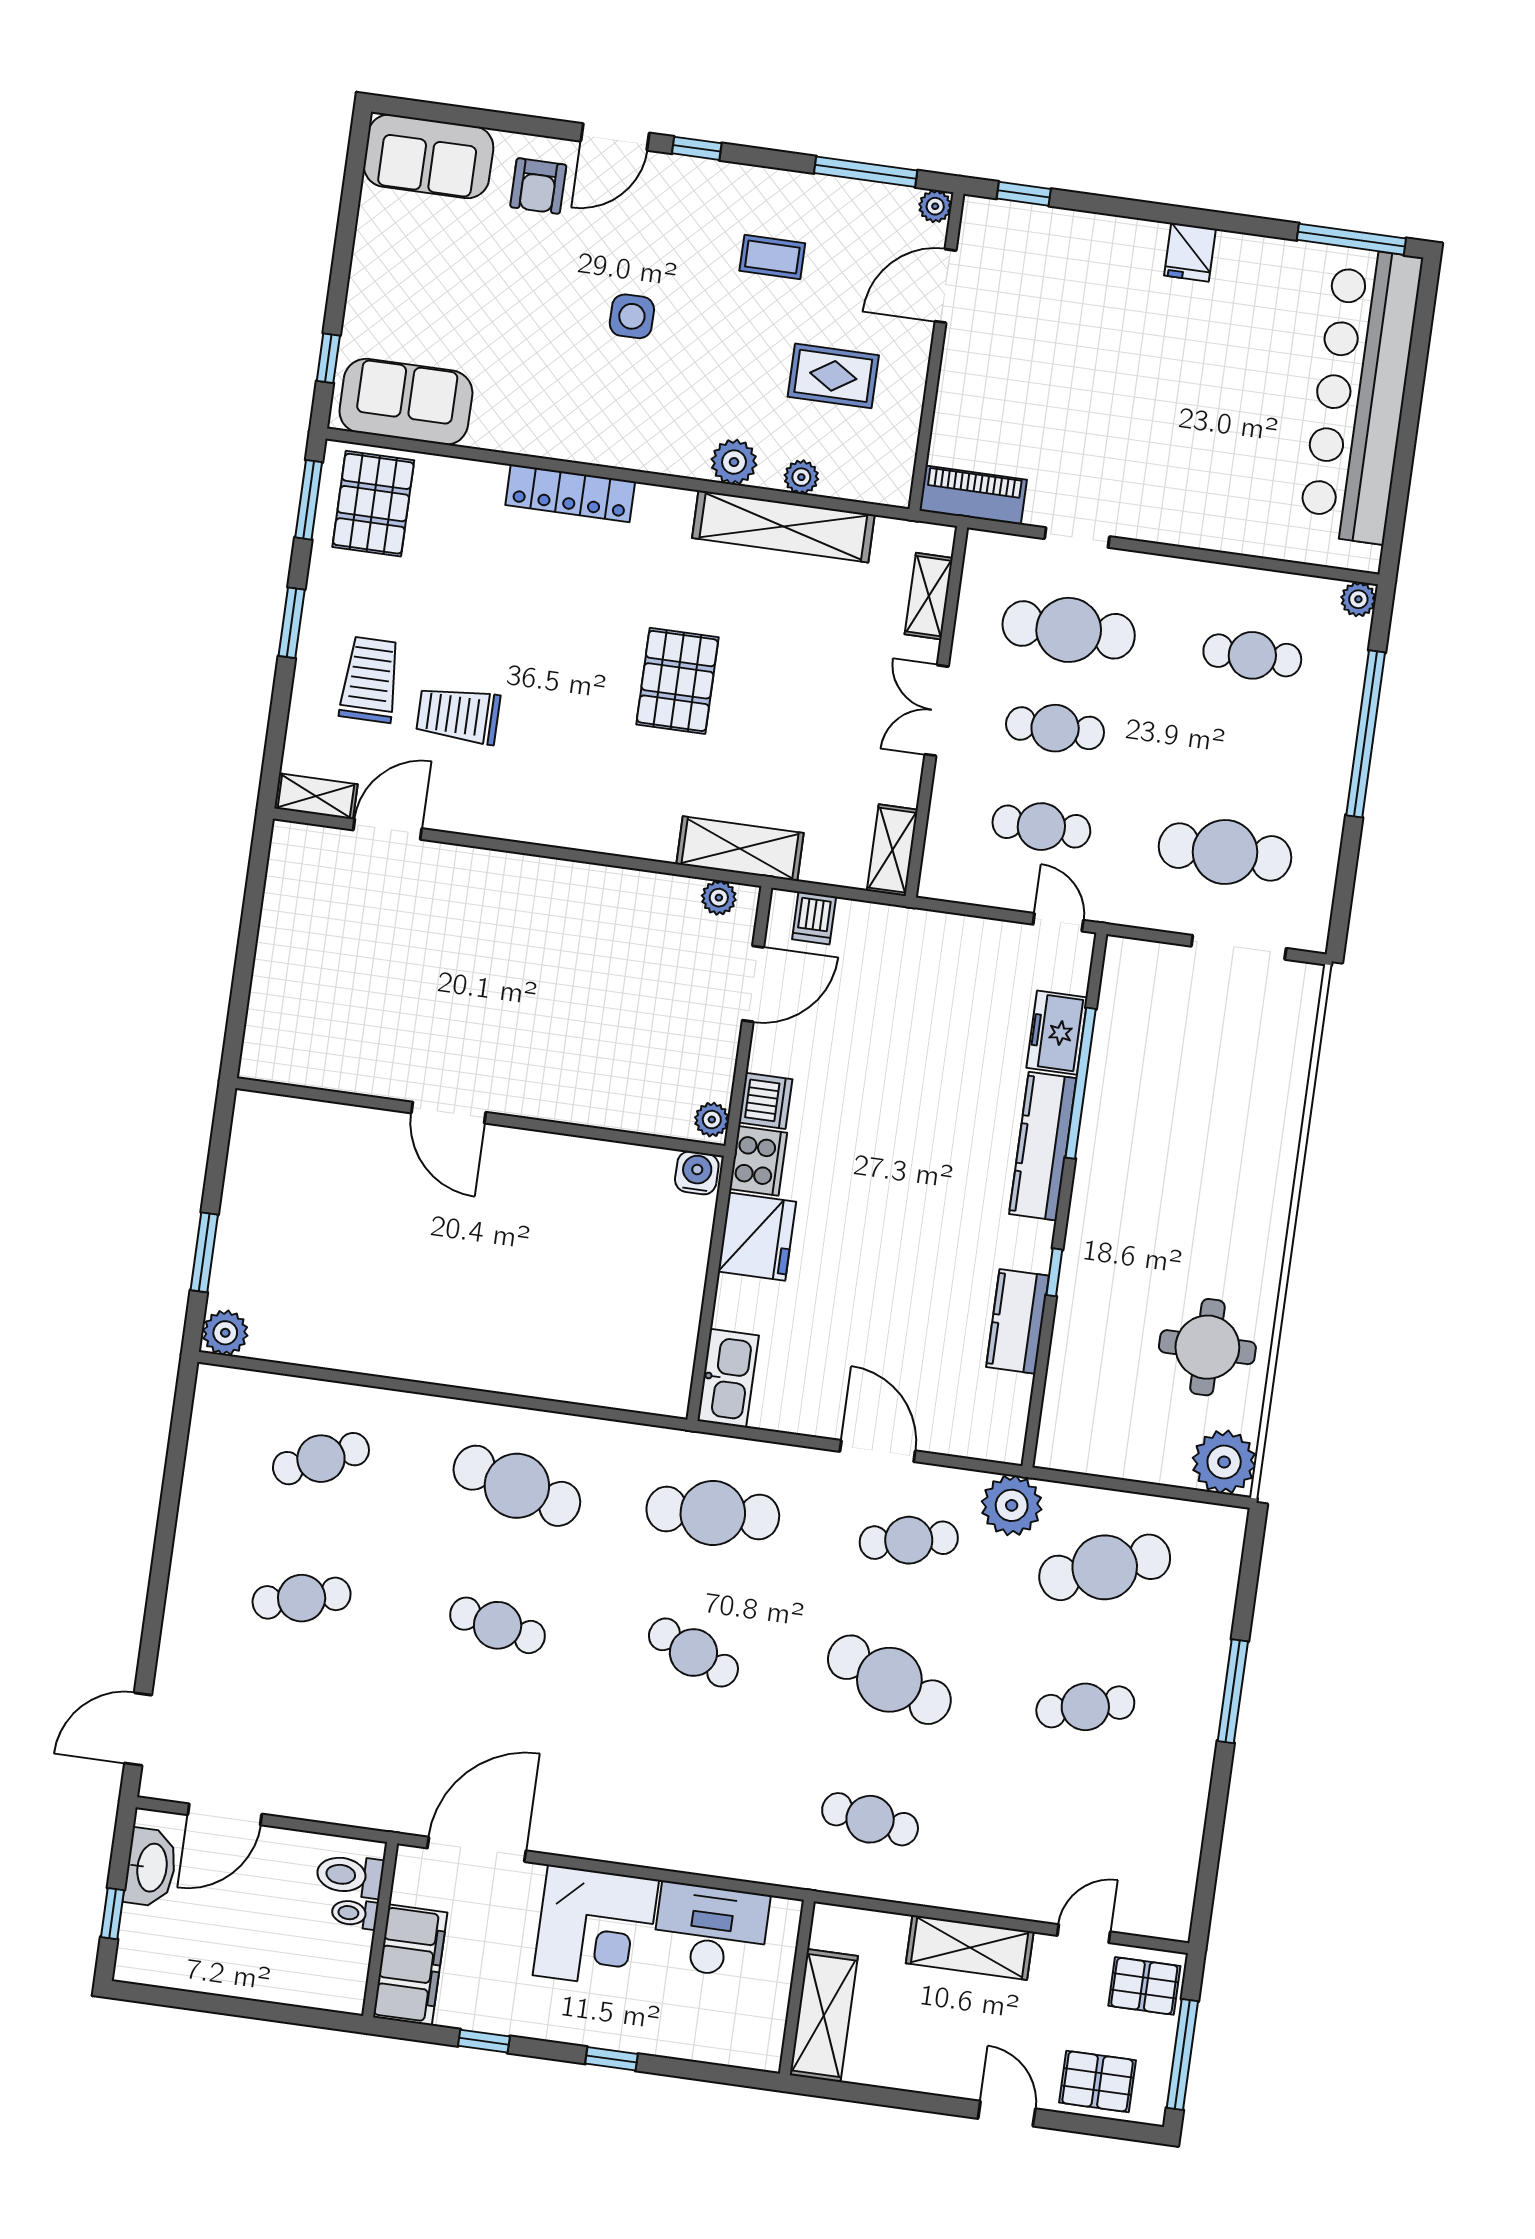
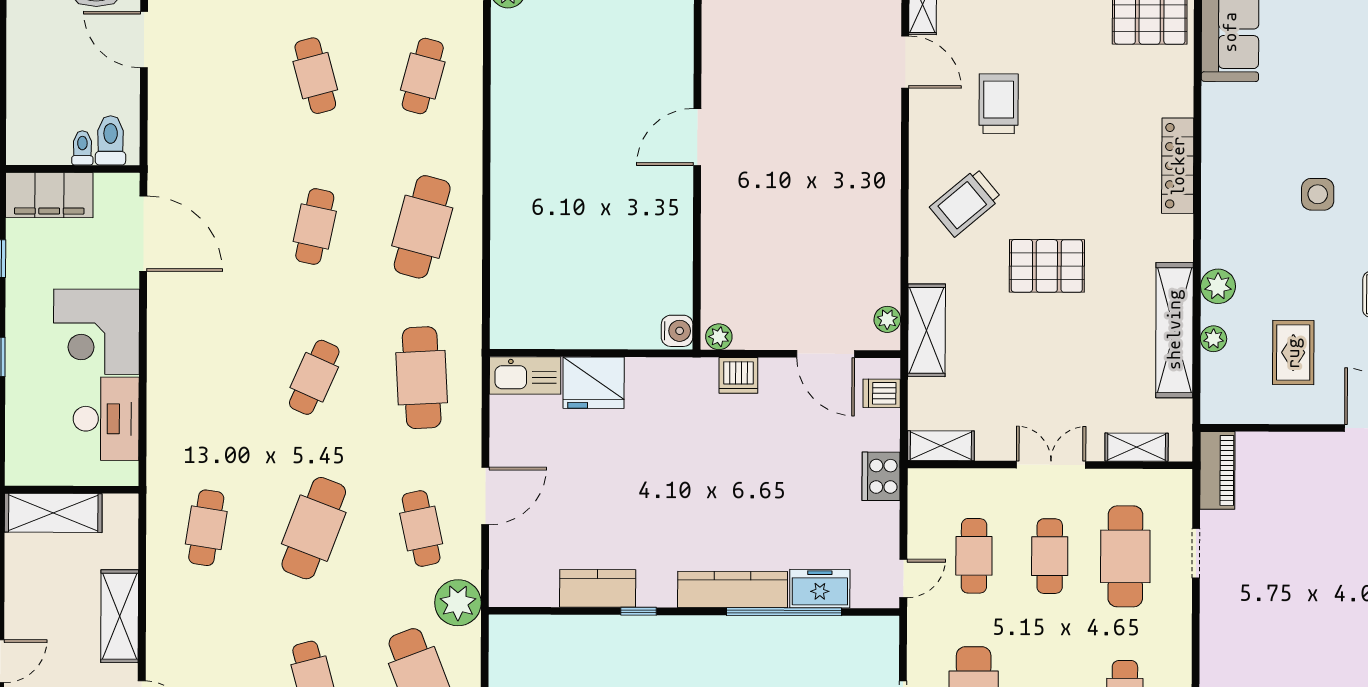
trolley: (370, 680) -> (966, 203), moved, turned 140
cooker: (758, 1161) -> (881, 476), moved, turned 90
fridge: (757, 1237) -> (594, 383), moved
cafe table: (321, 1459) -> (423, 76), turned 39

